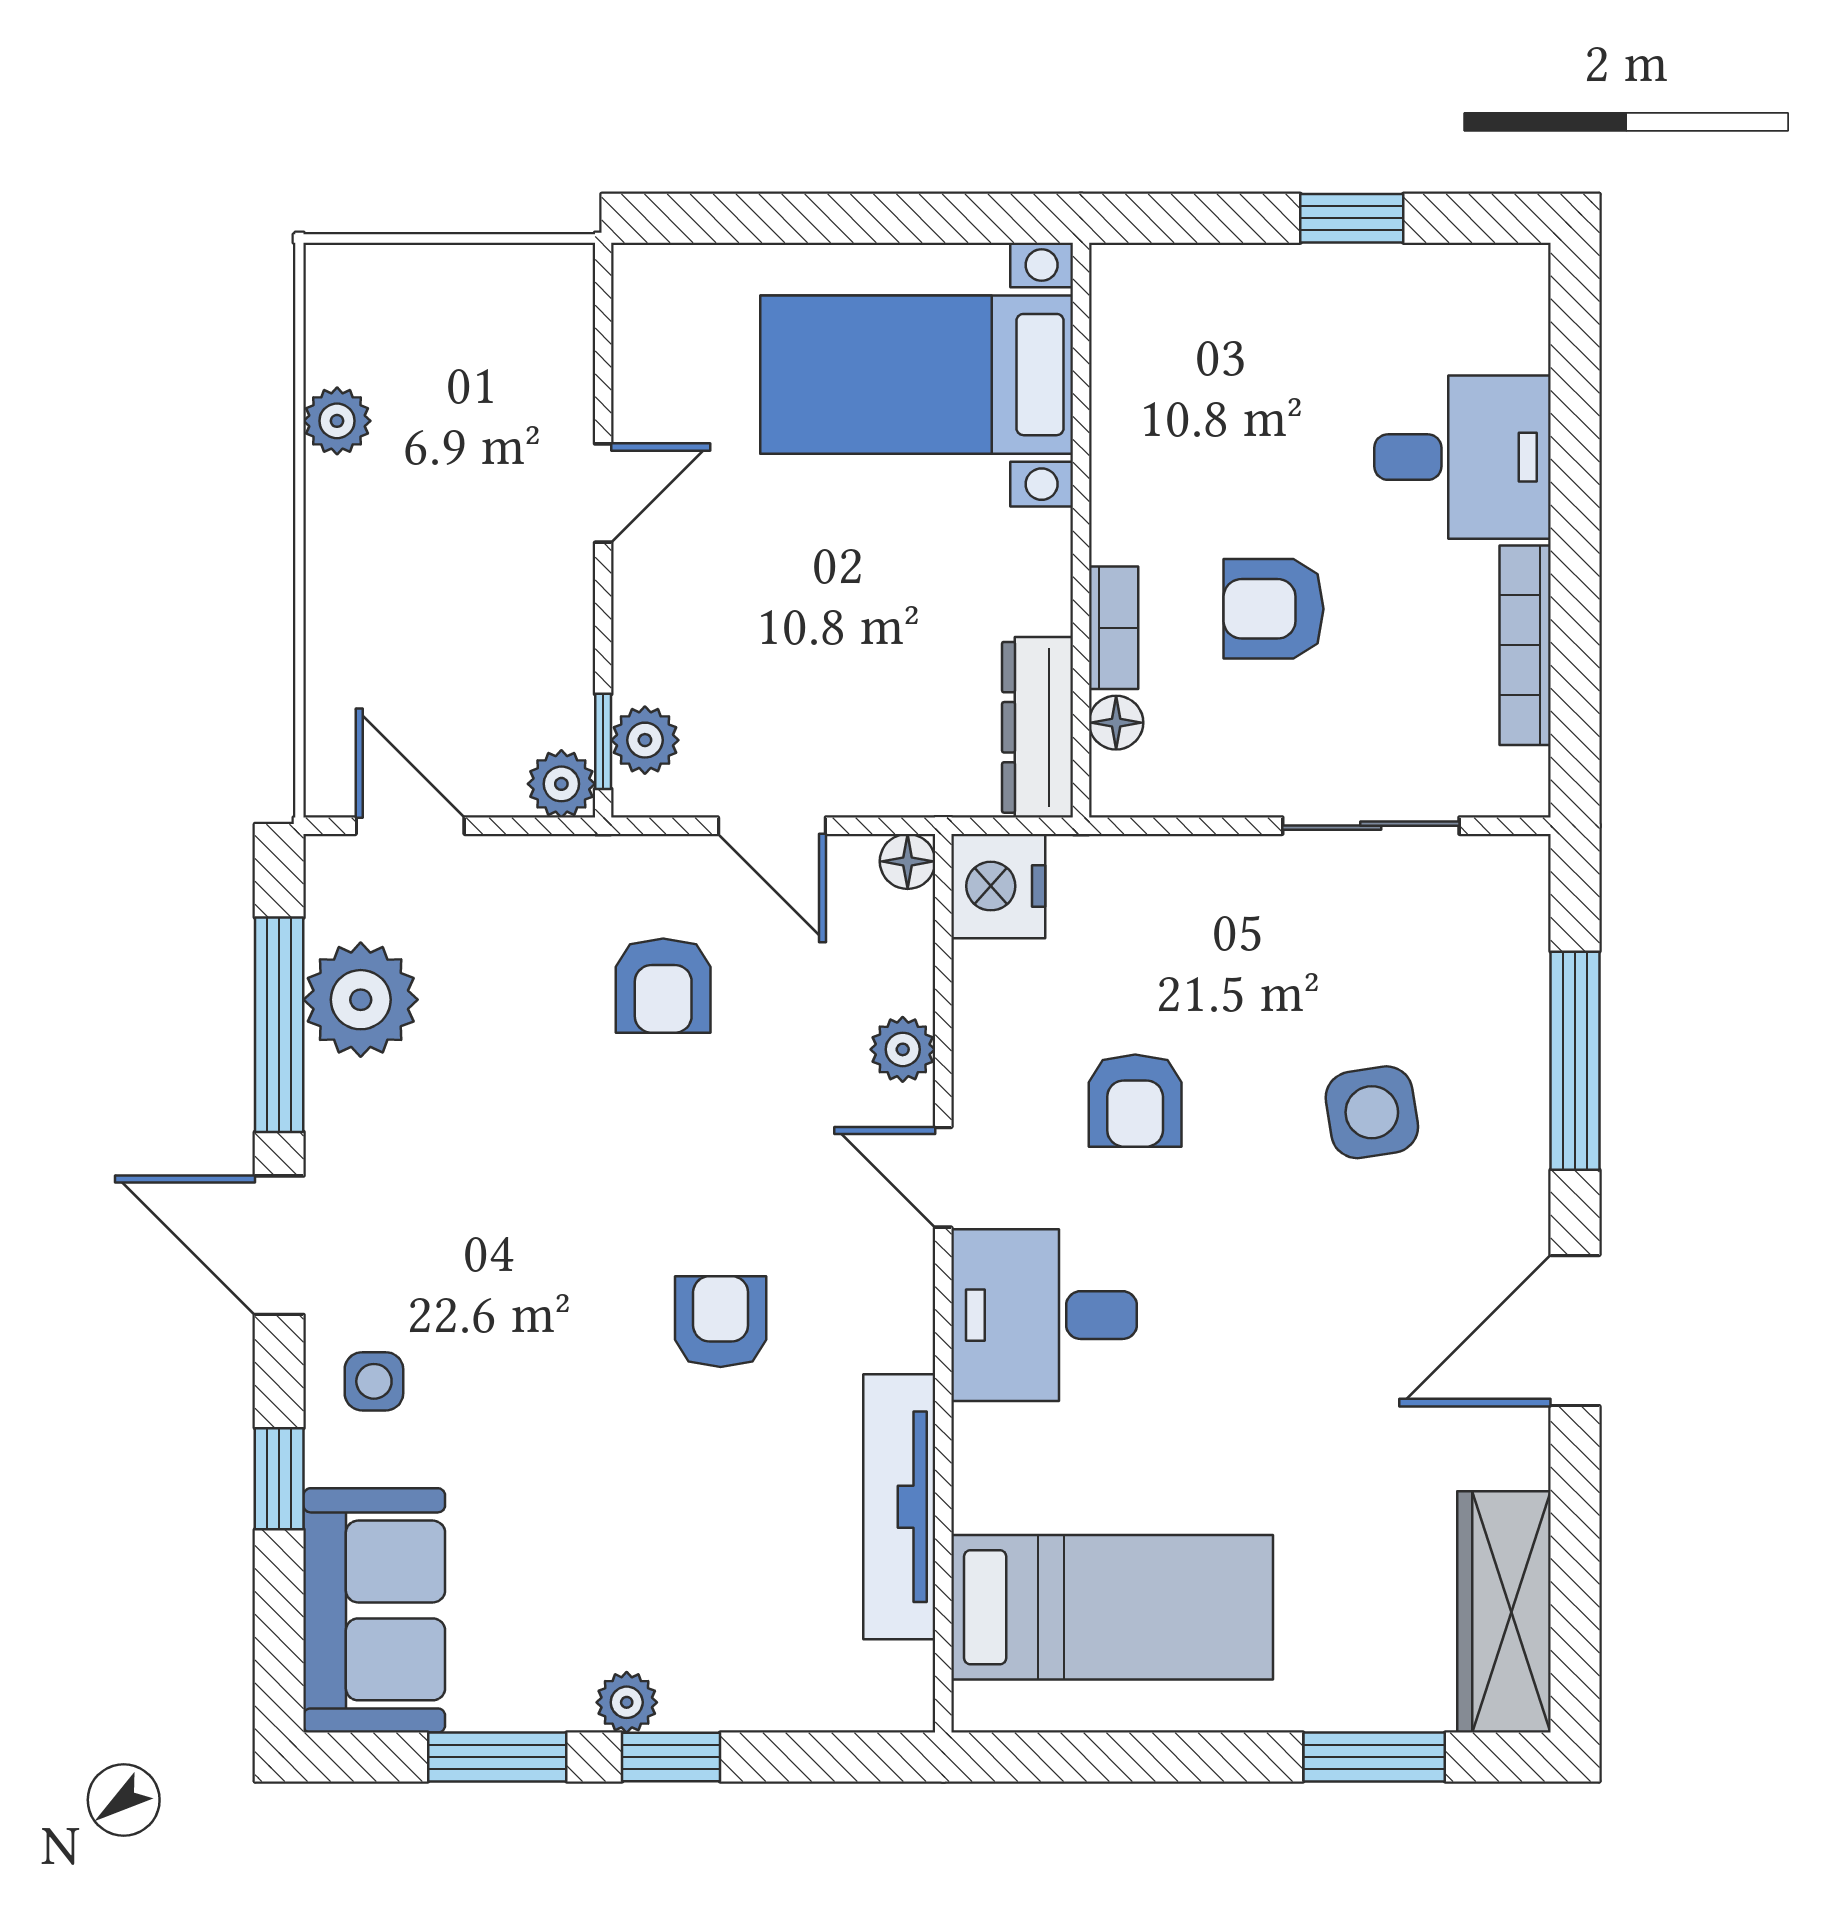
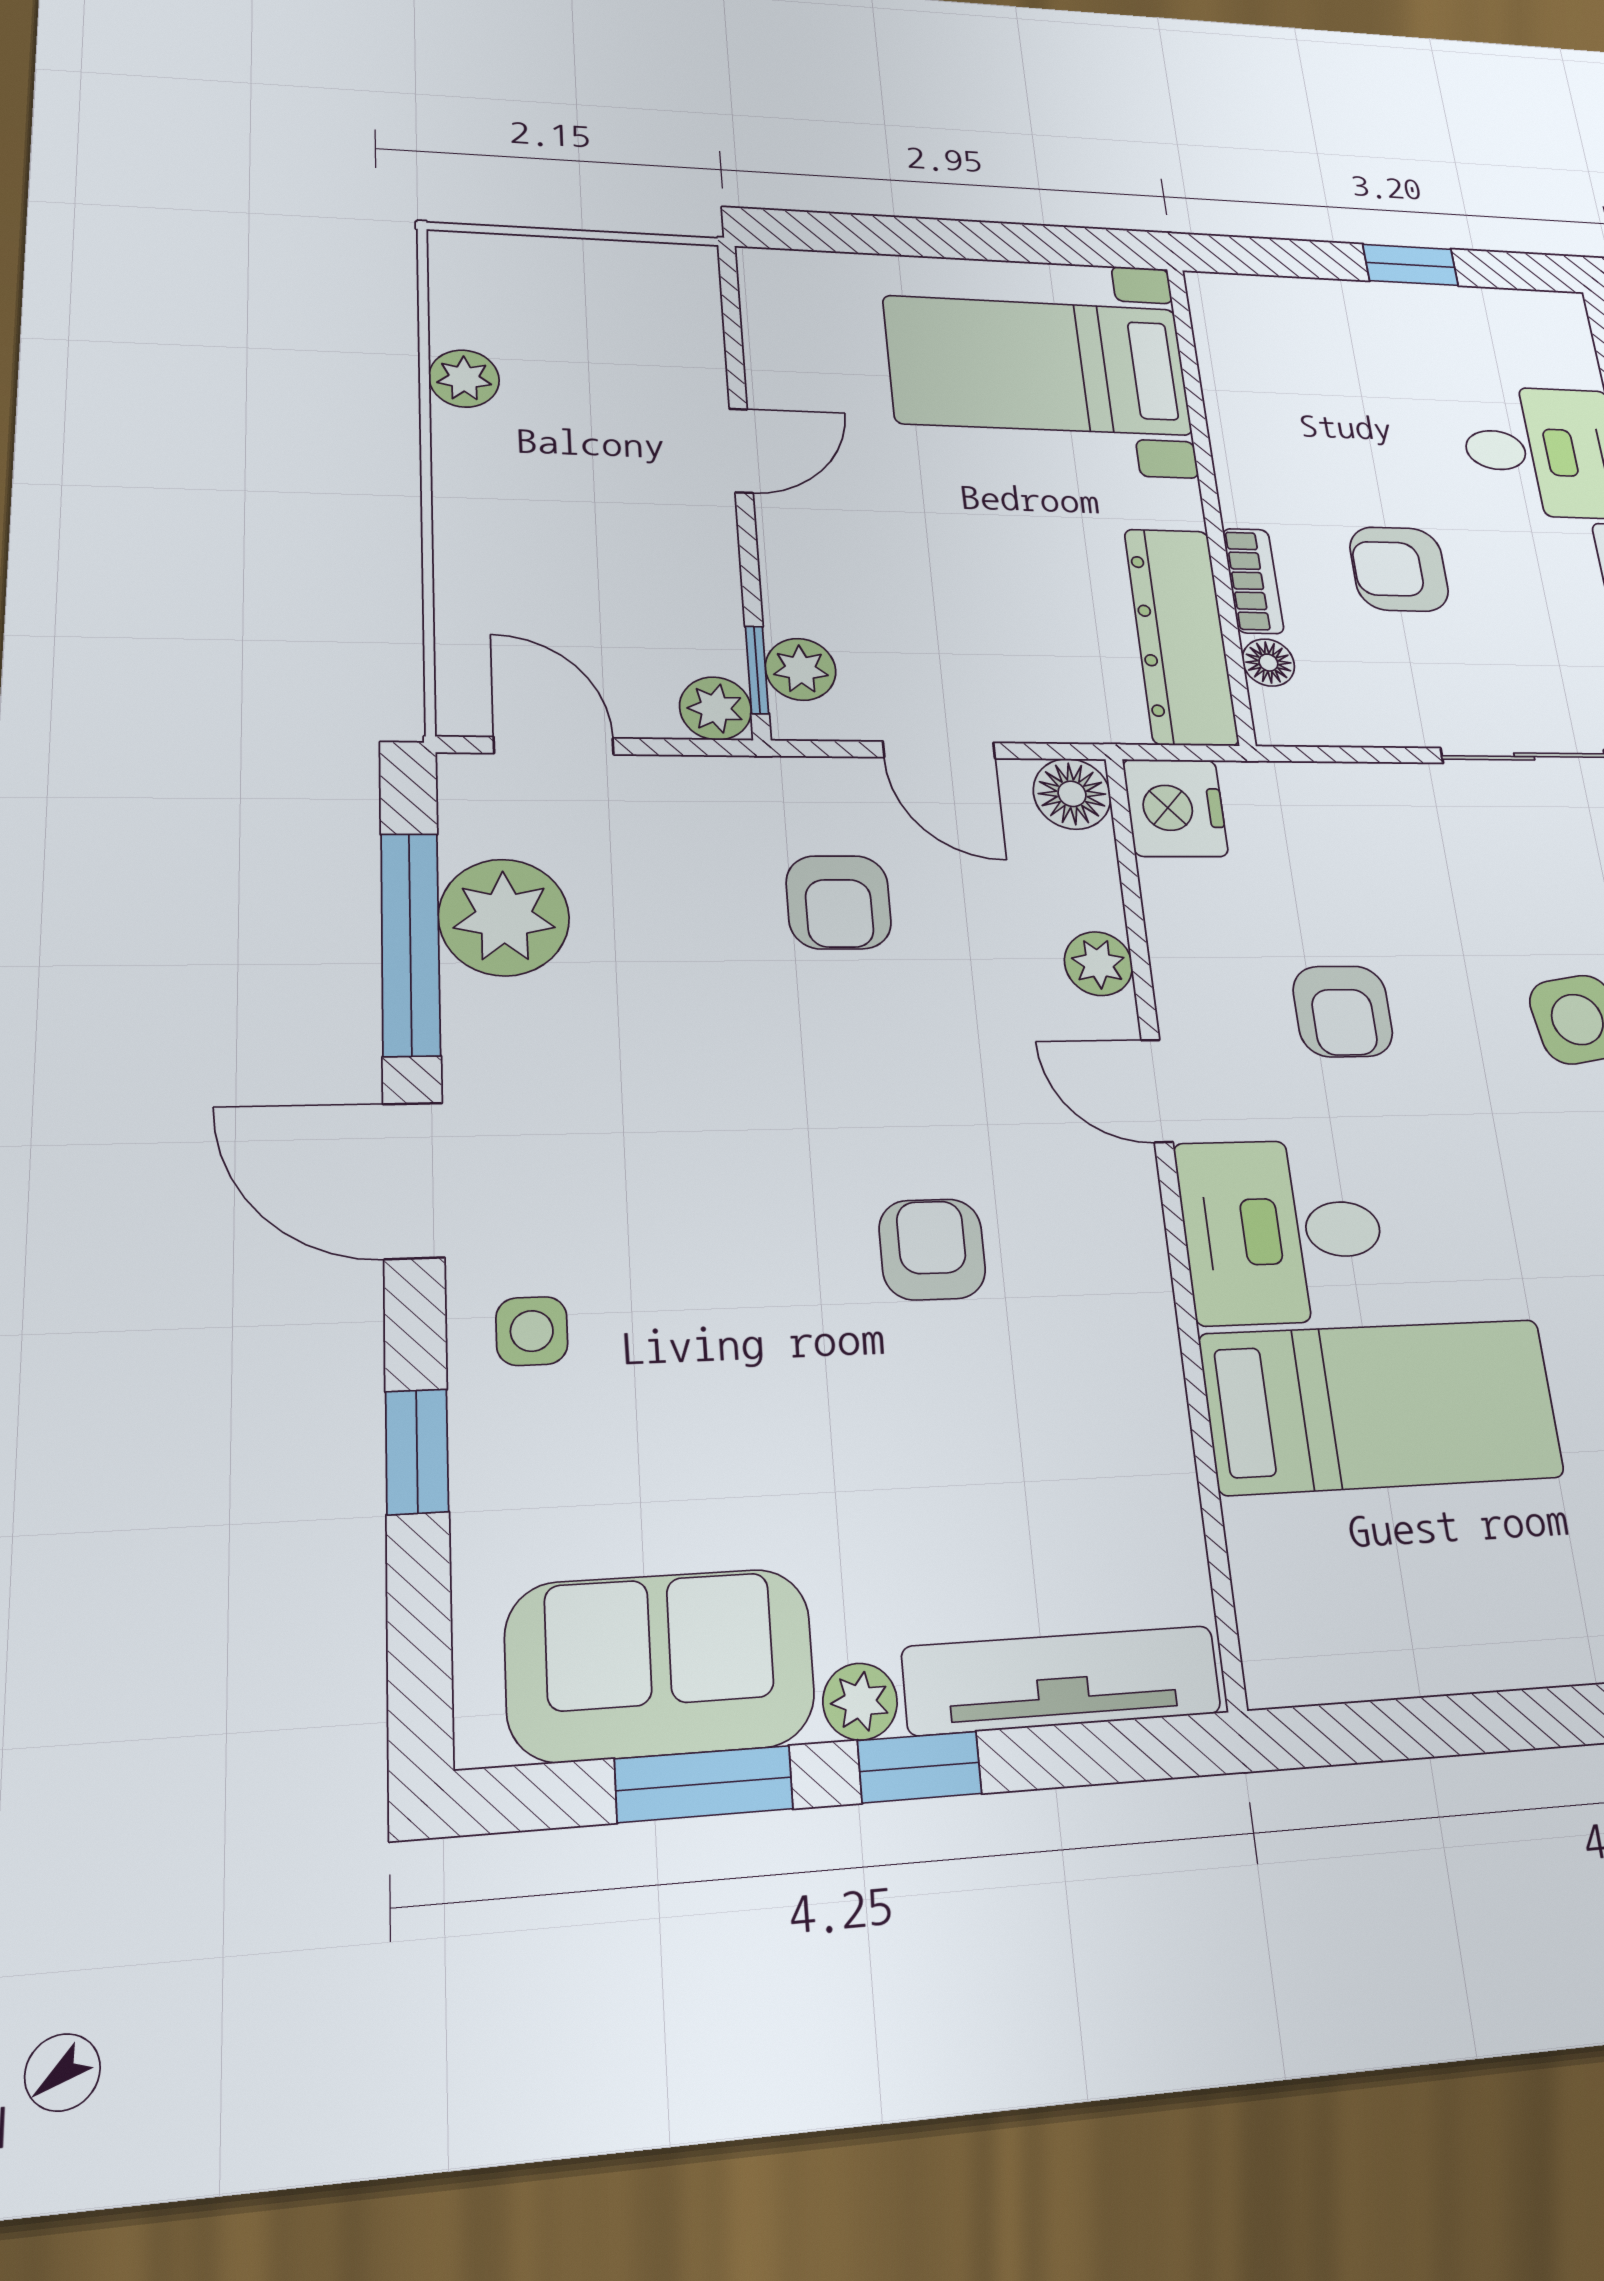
dresser: (1038, 727) -> (1181, 636), width x1.37, depth x1.24
floor lamp: (908, 861) -> (1072, 794), width x1.37, depth x1.37
tv unit: (899, 1507) -> (1062, 1680), moved, turned 90
bed: (1112, 1607) -> (1382, 1406), moved
sofa: (374, 1610) -> (660, 1664), moved, turned -90

